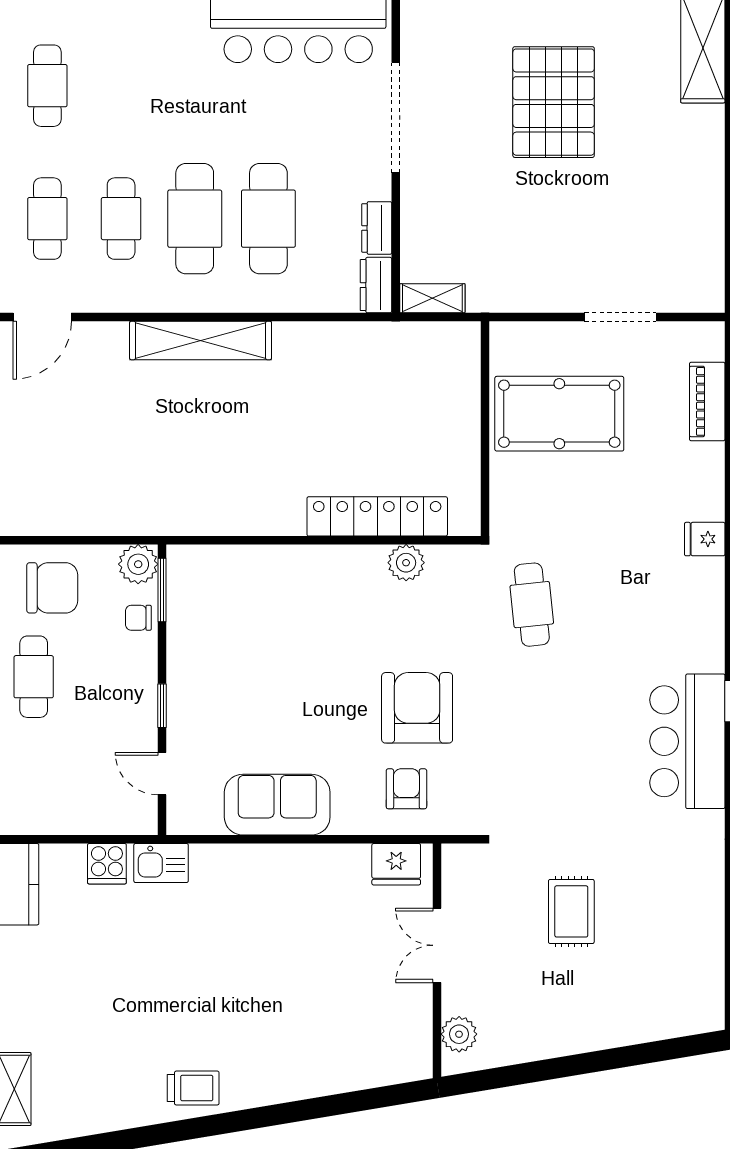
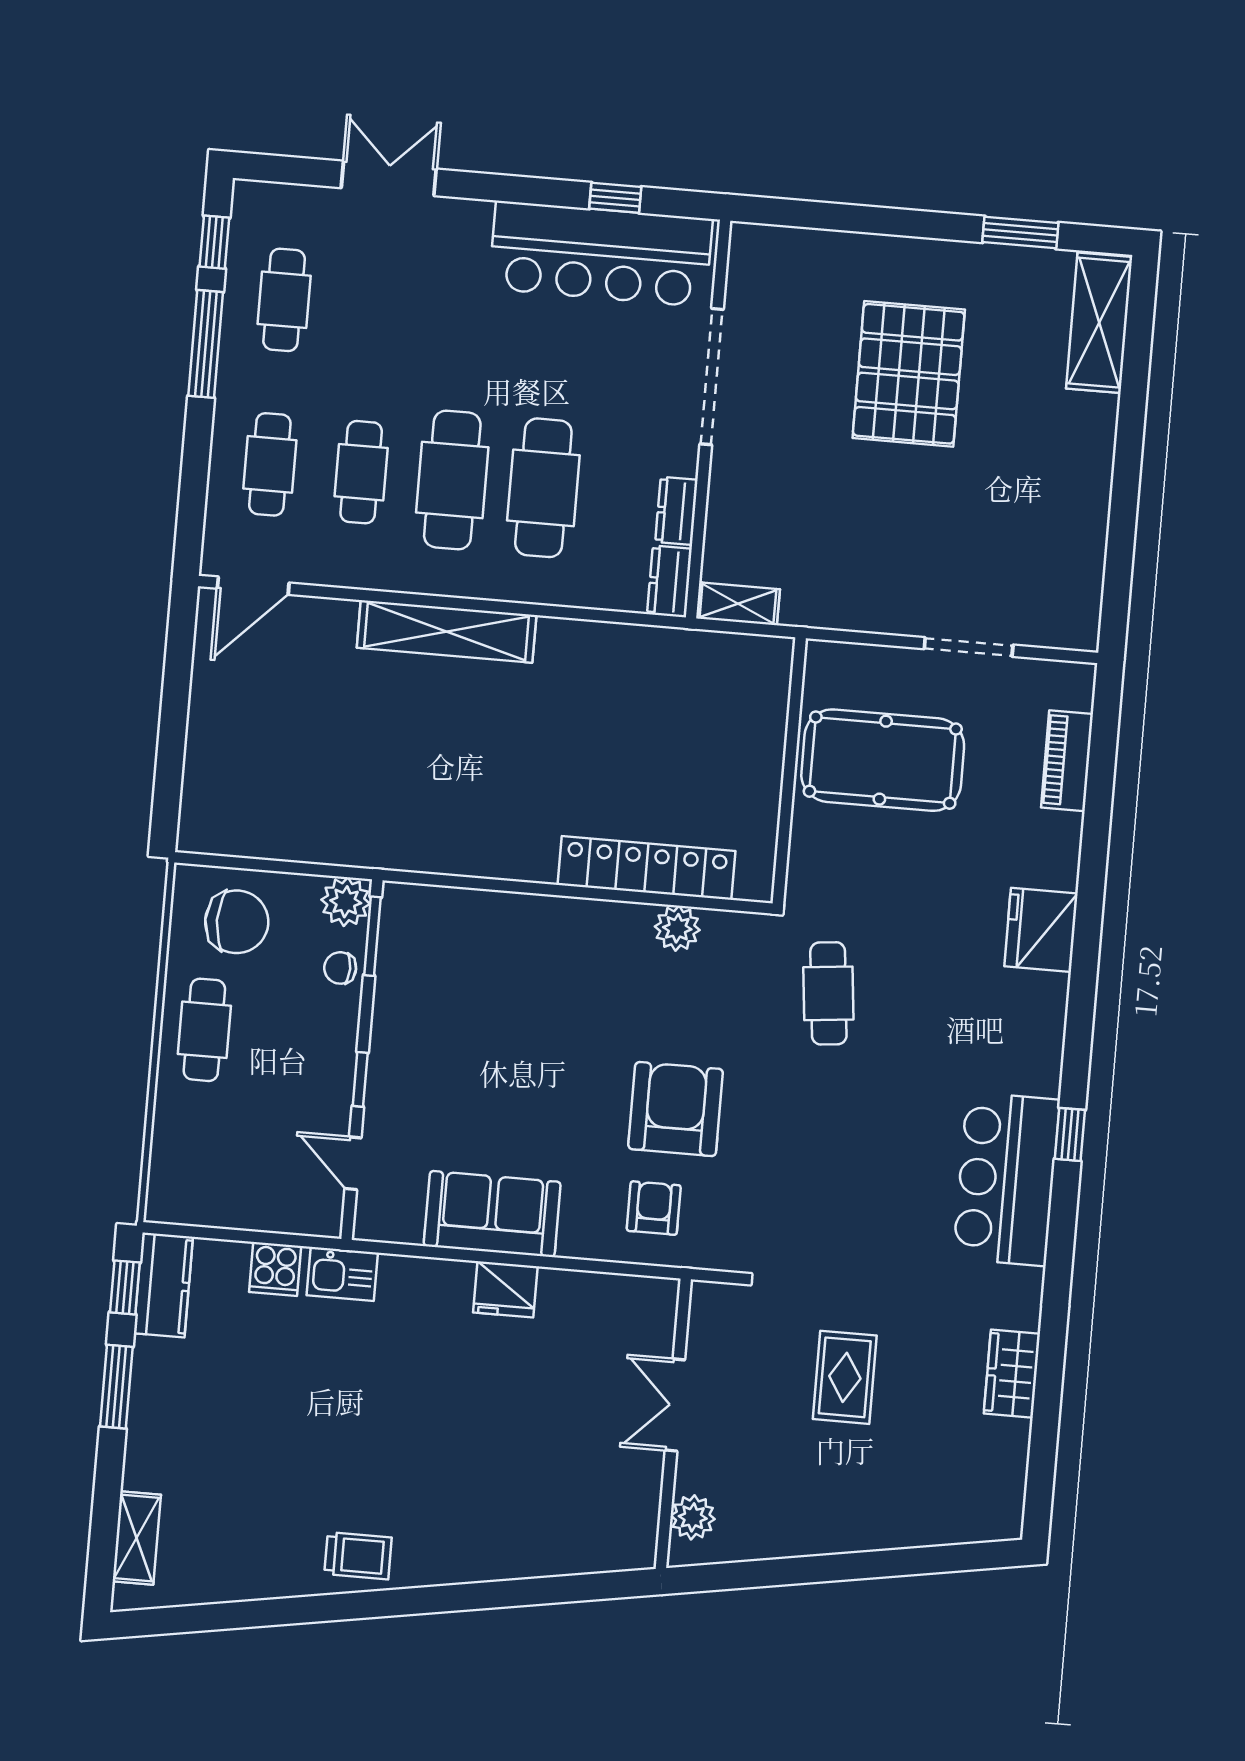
fridge: (705, 539) -> (1041, 930), width x1.88, depth x1.34
fridge: (396, 864) -> (505, 1289), moved
wardrobe: (705, 897) -> (1012, 1374), added

